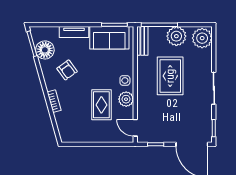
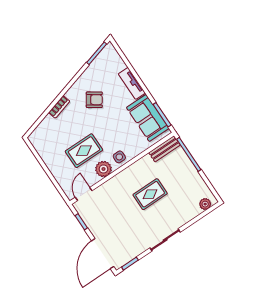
plant: (176, 36) -> (189, 176), removed
plant: (202, 38) -> (205, 204), width x0.53, depth x0.53
floor lamp: (45, 50) -> (99, 68), removed
armchair: (67, 70) -> (94, 100), turned -110
rug: (170, 76) -> (150, 194), width x0.73, depth x0.70

